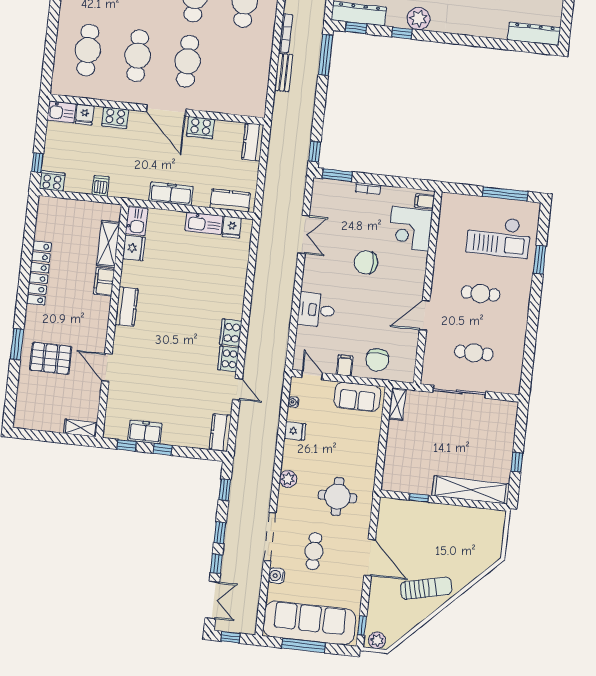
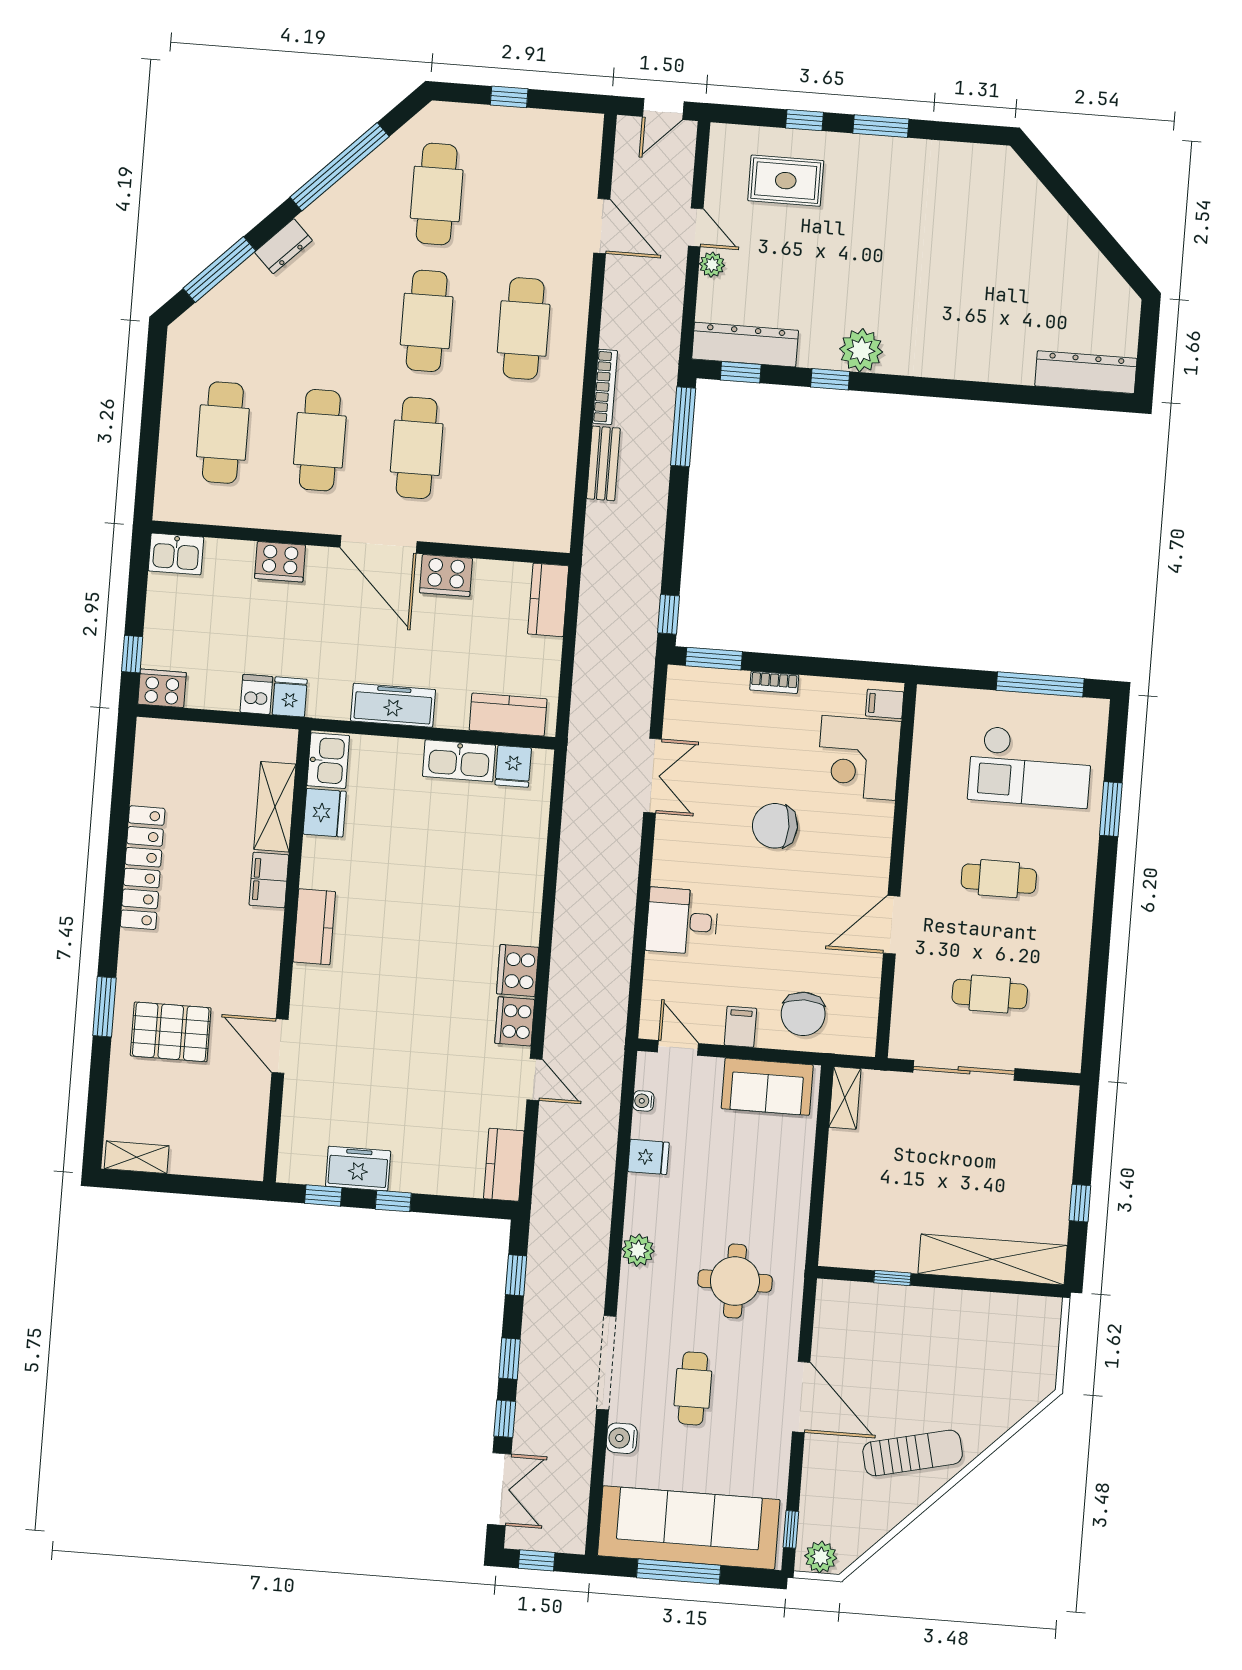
fridge: (85, 114) -> (290, 697), moved, turned 180
shelving: (81, 428) -> (137, 1157), moved

